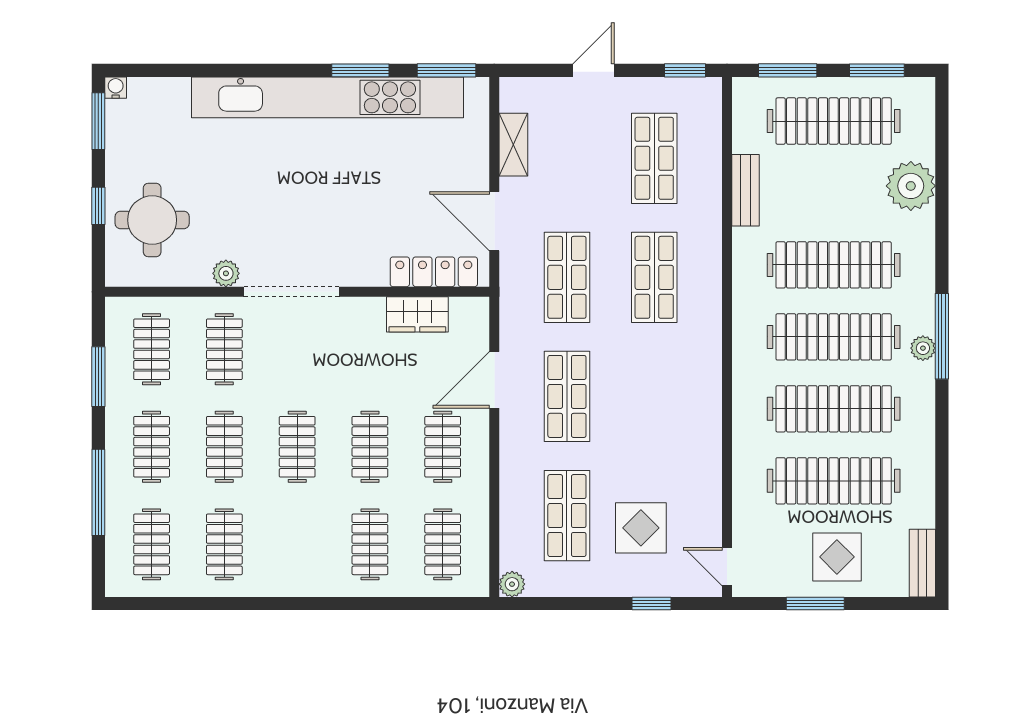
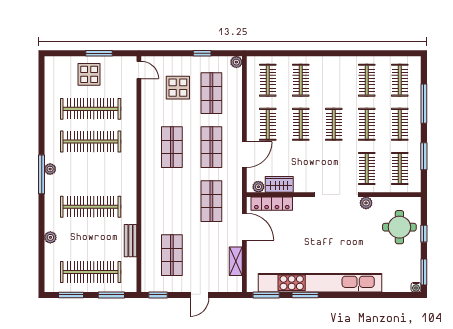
plant: (911, 186) -> (50, 237), width x0.53, depth x0.53
shop shelf: (654, 277) -> (172, 147), moved
plant: (463, 309) -> (258, 187), added
clothes rail: (834, 337) -> (91, 174), removed
bench: (922, 563) -> (50, 72), removed
window: (651, 603) -> (202, 53), moved

